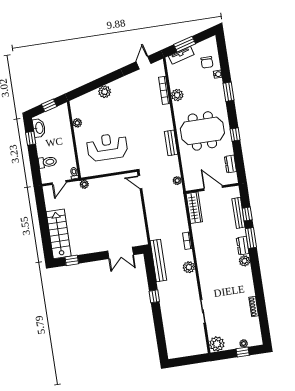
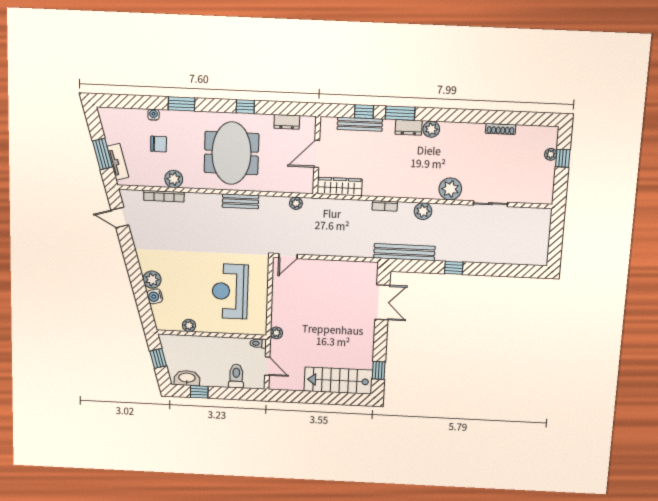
chair: (207, 62) -> (159, 144), moved
water cooler: (93, 96) -> (155, 296), added
plant: (217, 344) -> (450, 189), moved

